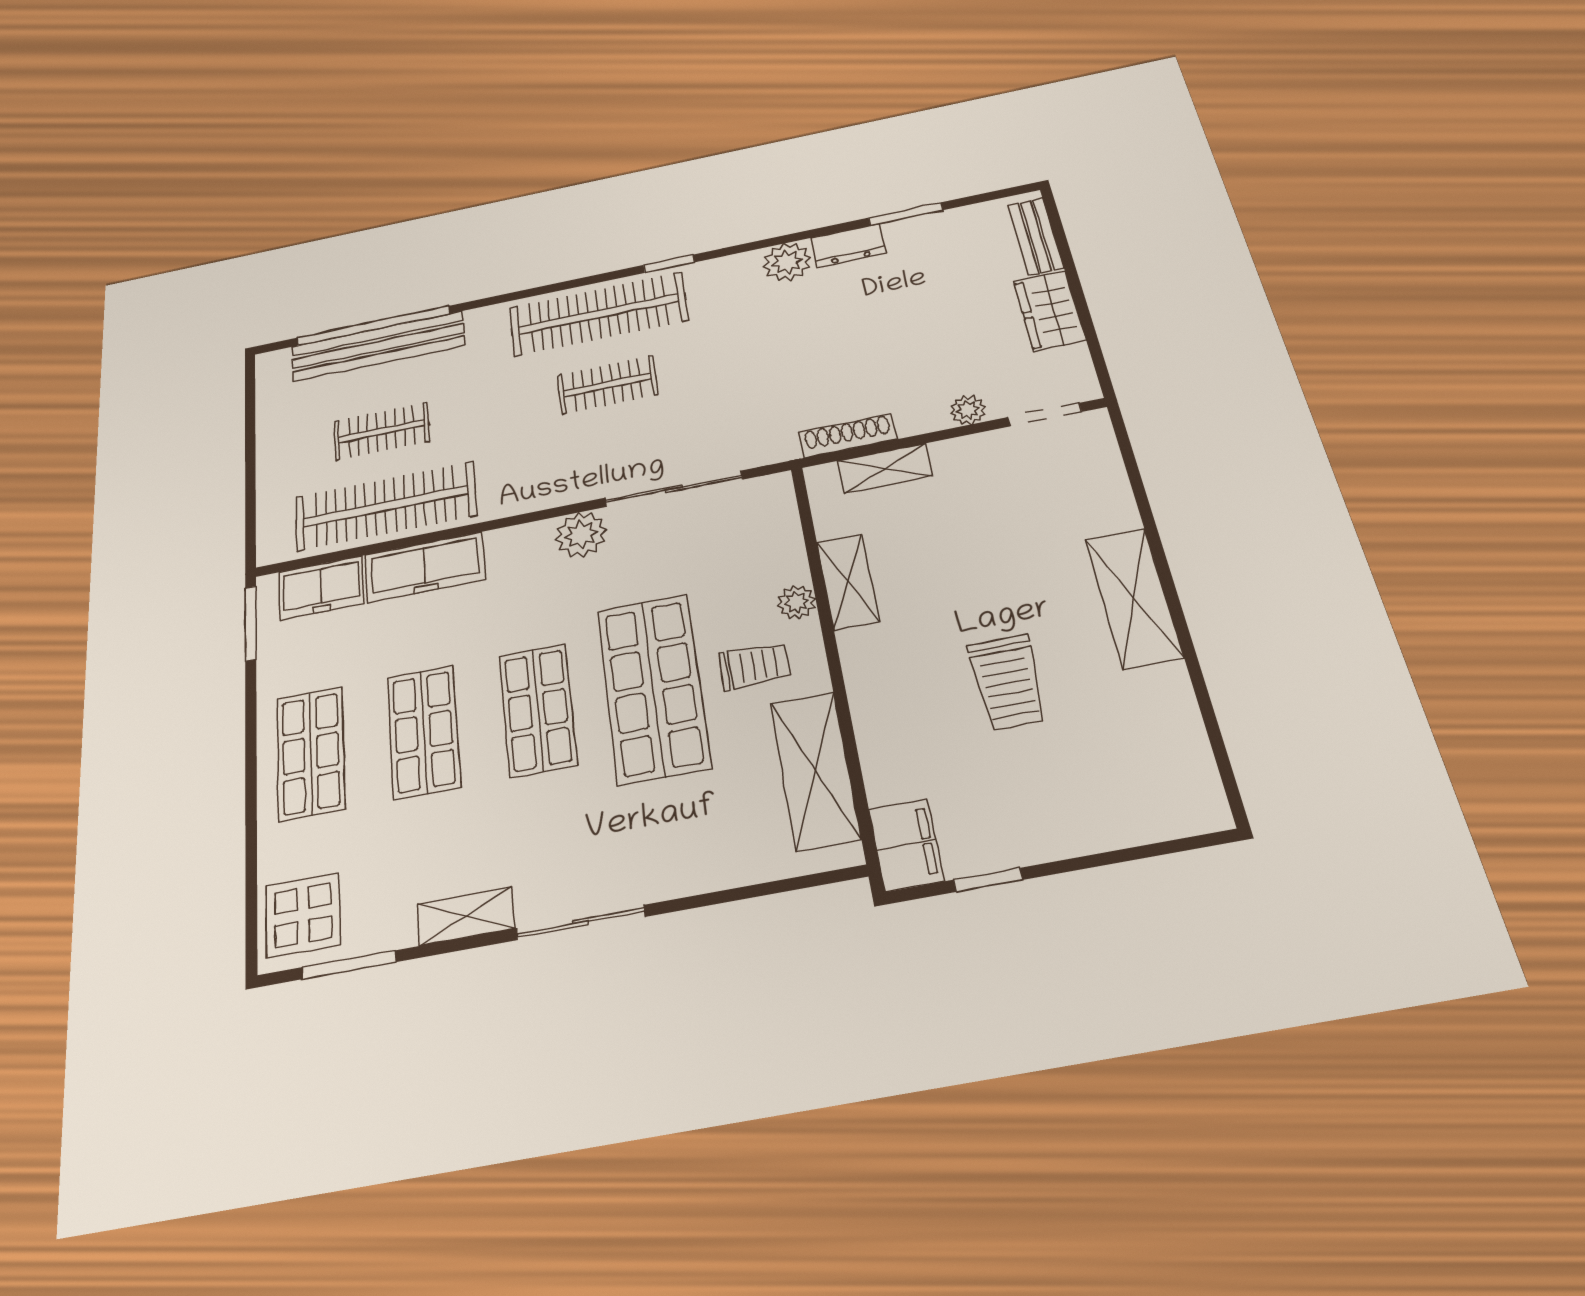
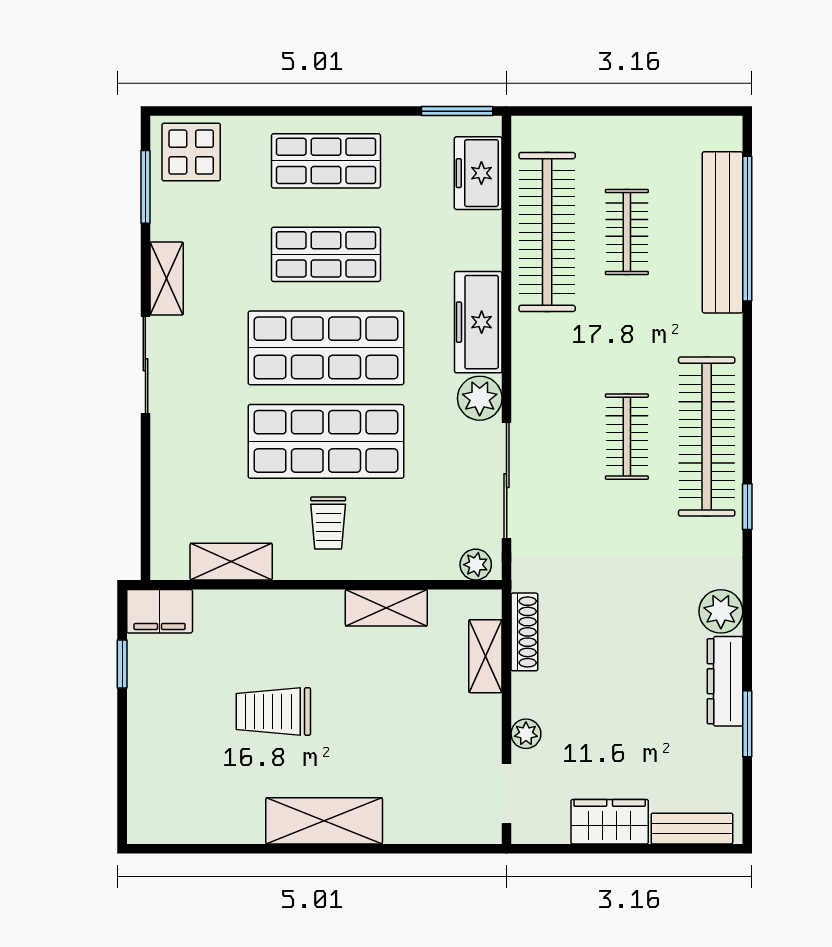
dresser: (848, 246) -> (725, 681), width x1.44
freezer: (425, 567) -> (478, 322), moved
plant: (796, 602) -> (476, 565), moved
shop shelf: (538, 710) -> (326, 348), width x1.43, depth x1.36
shelving: (815, 770) -> (231, 562), width x0.67, depth x0.75

